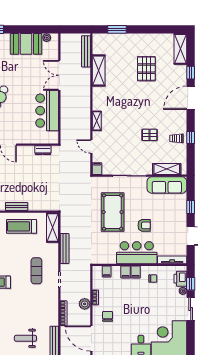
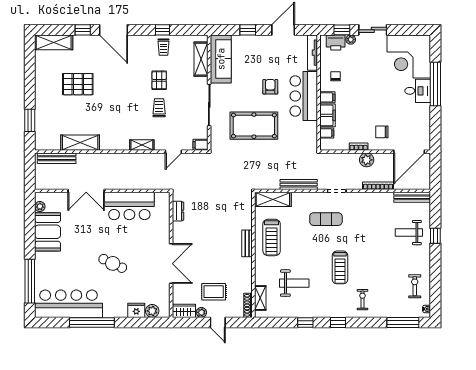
trolley: (127, 135) -> (159, 108), added
filing cabinet: (126, 272) -> (327, 115), width x2.00
weight bench: (25, 338) -> (409, 233), turned 90

